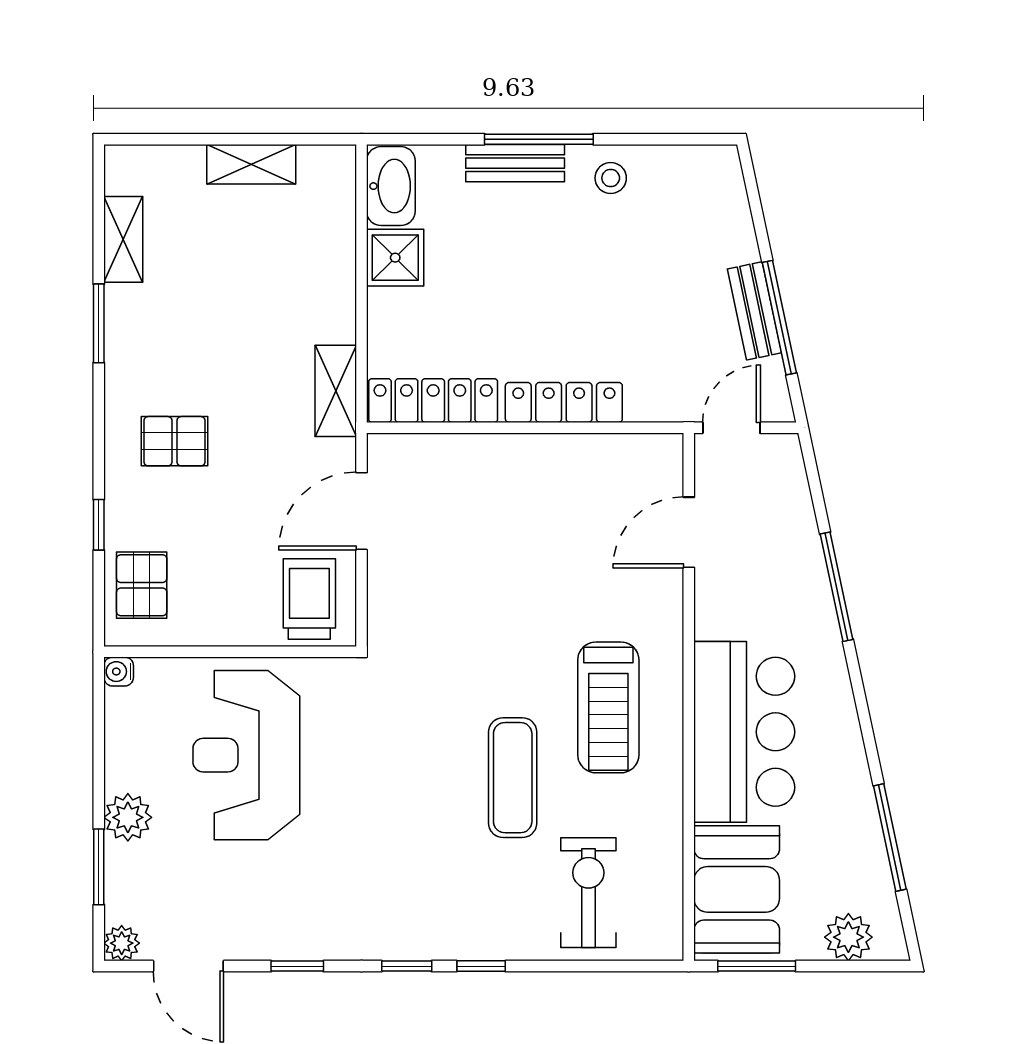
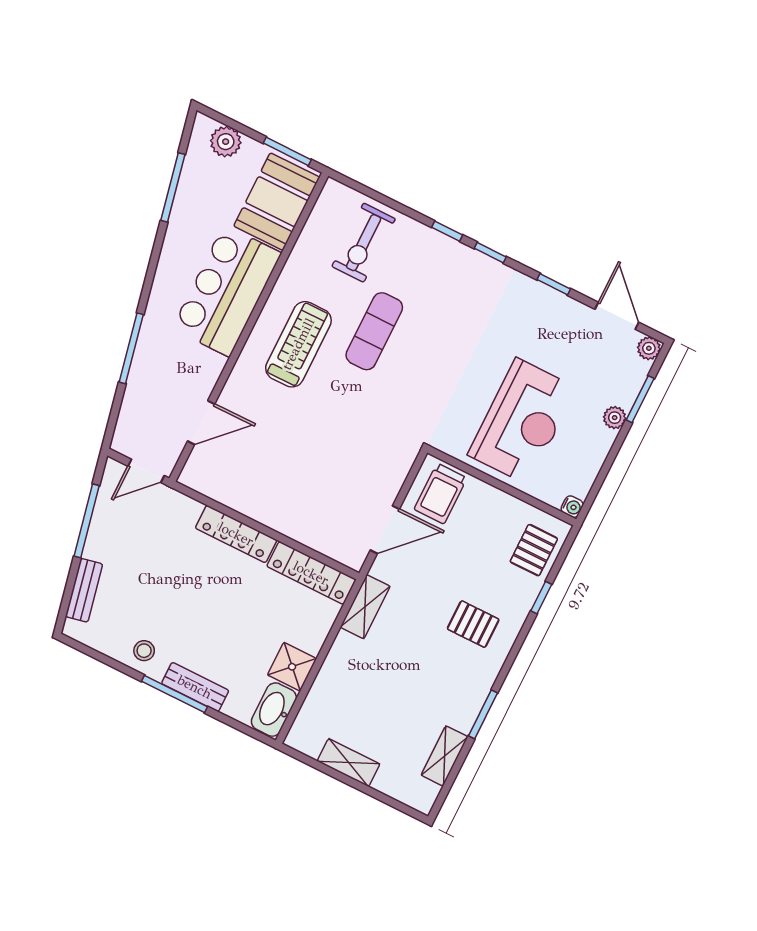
bench: (754, 311) -> (84, 590), moved
plant: (128, 817) -> (615, 418), width x0.73, depth x0.73

